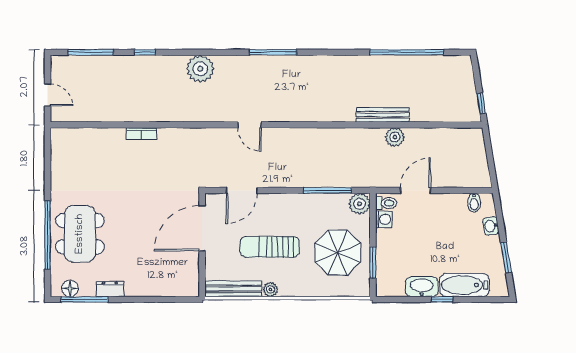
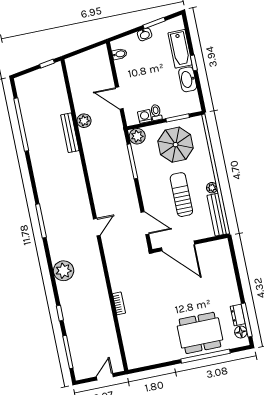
toilet: (386, 203) -> (156, 112), moved
washbasin: (491, 226) -> (145, 34), moved
sun lounger: (270, 247) -> (181, 195), turned 180
dresser: (110, 289) -> (238, 315), moved

